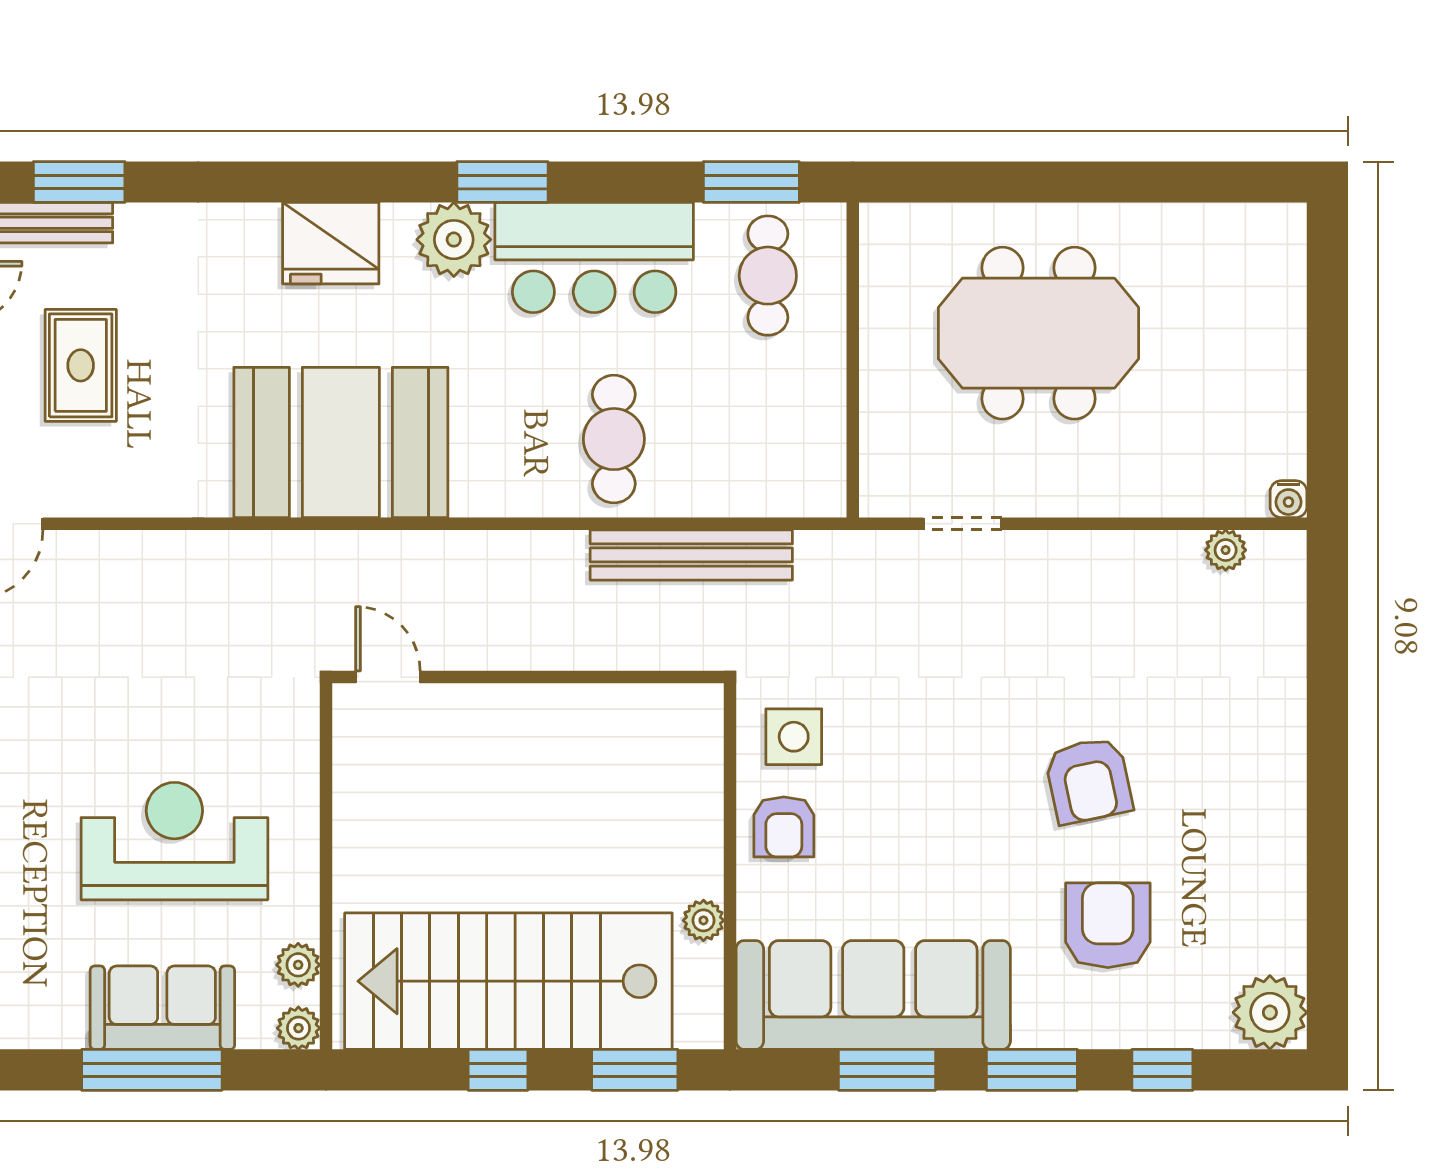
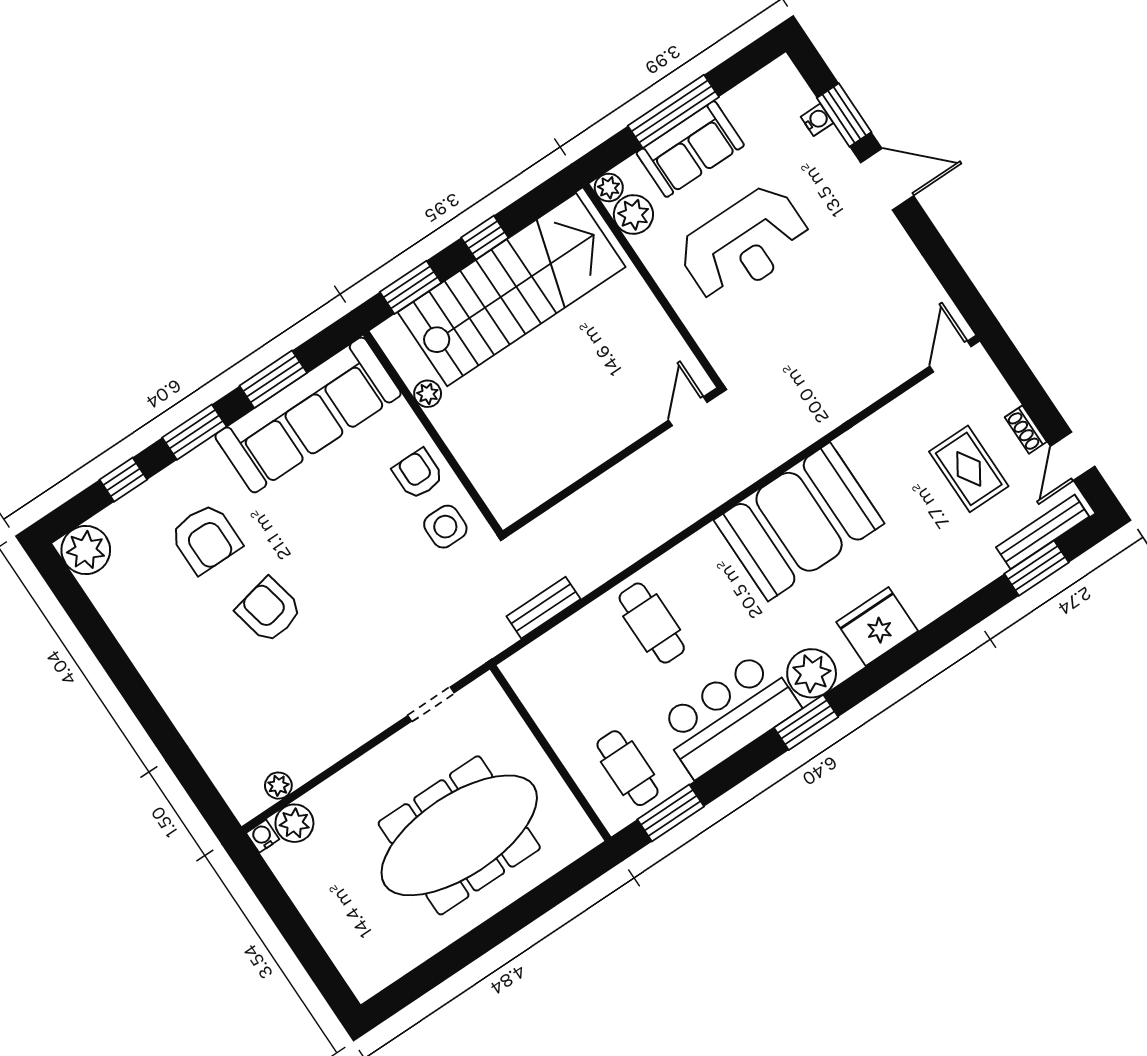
meeting table: (1038, 333) -> (459, 835), width x1.36
plant: (1237, 489) -> (294, 823), added
bench: (691, 555) -> (543, 608), width x0.54, depth x0.82
door: (388, 677) -> (688, 411), swing flipped
plant: (298, 965) -> (633, 214), width x1.38, depth x1.38

